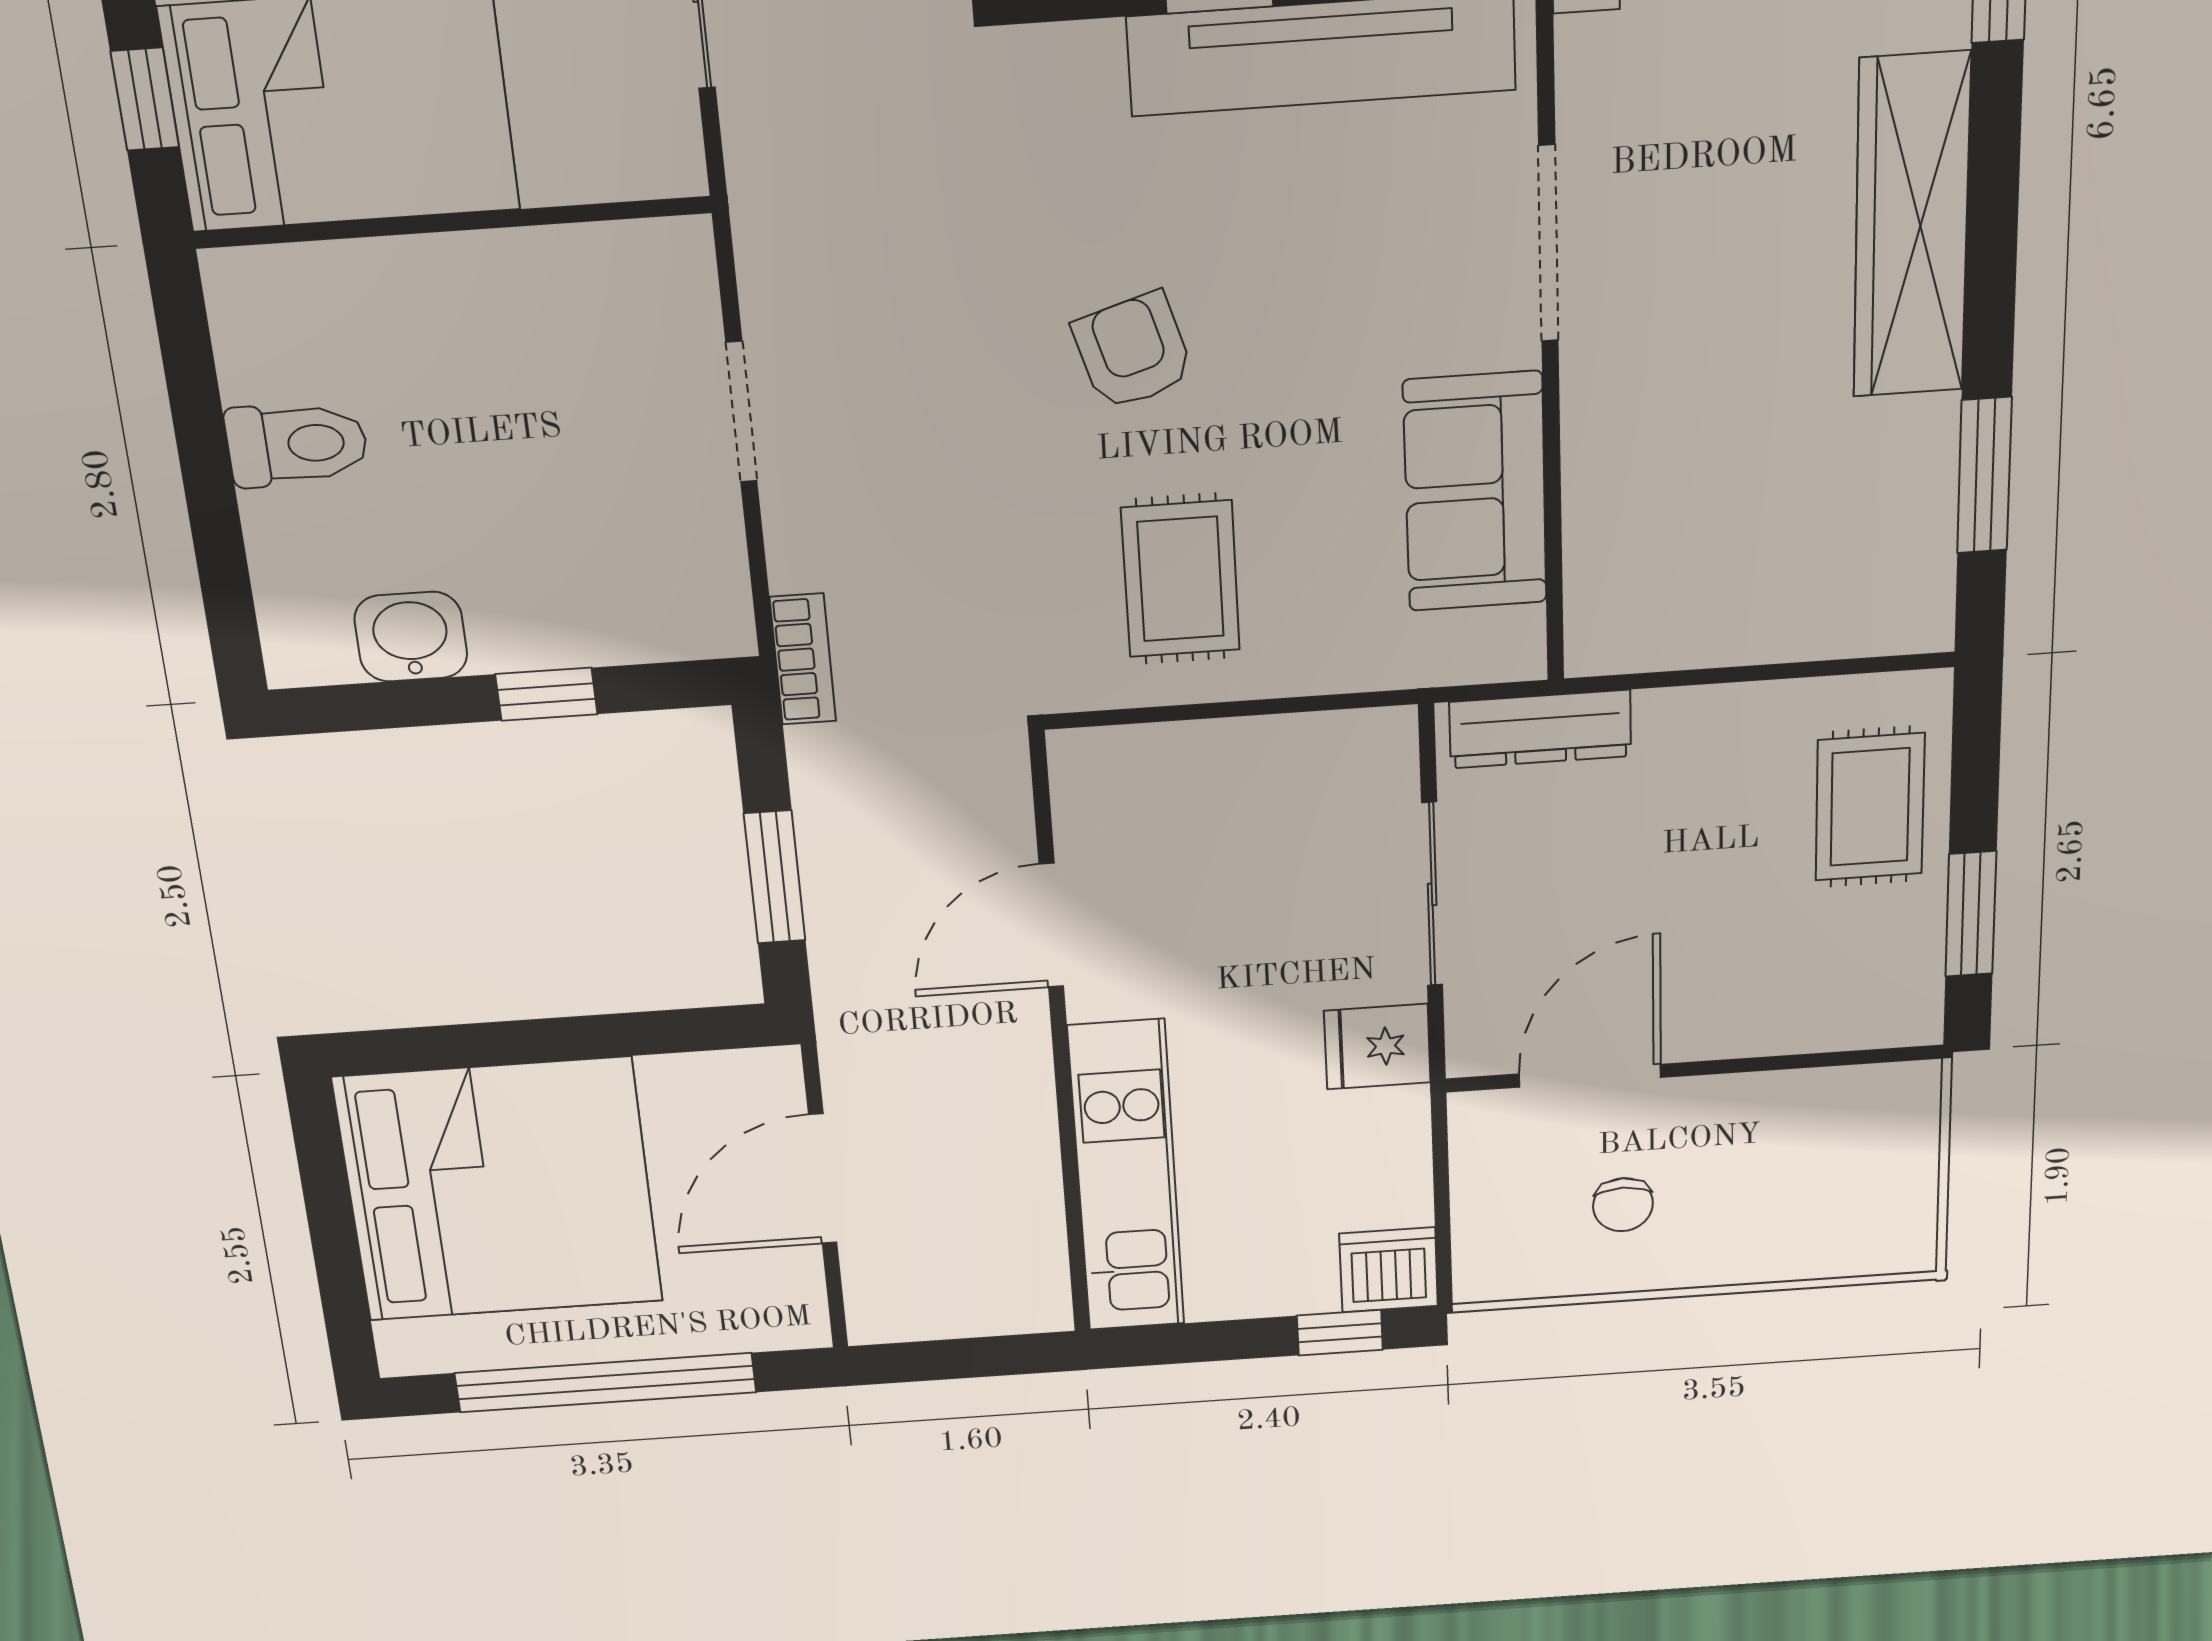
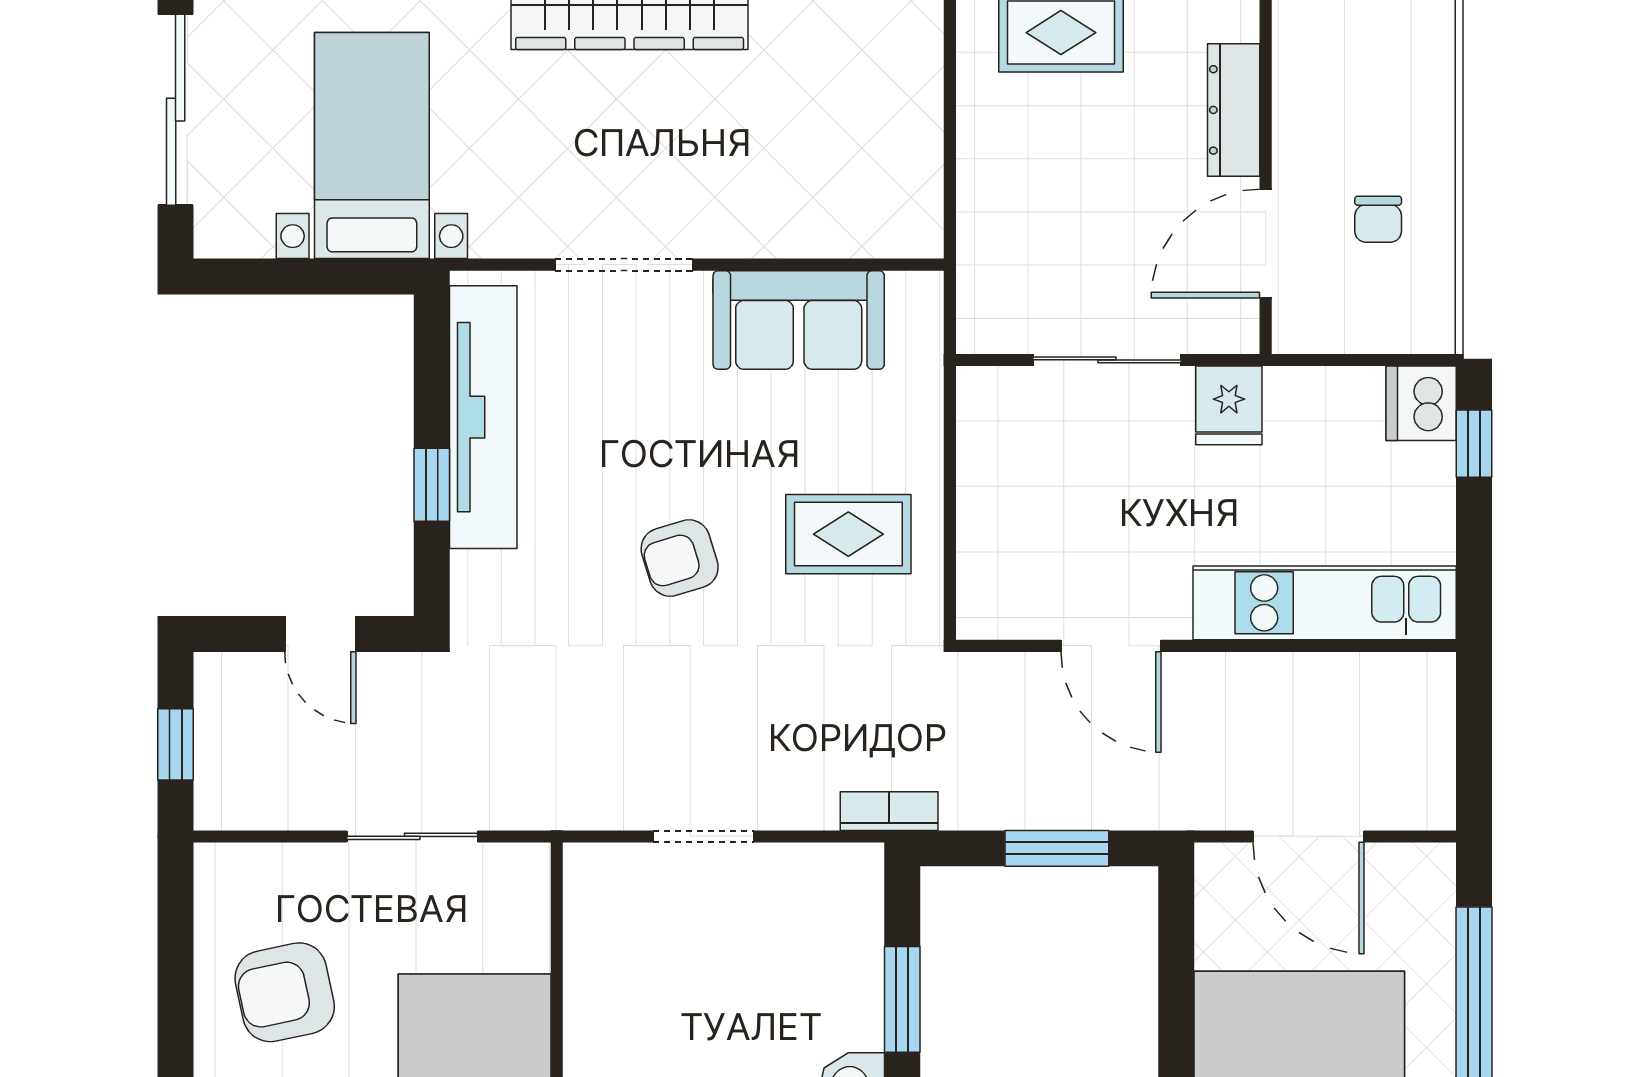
window: (546, 694) -> (902, 999), width x1.50
dresser: (1540, 729) -> (1234, 110), moved, turned 180
door: (1590, 1076) -> (1266, 244), hinge flipped
chair: (1623, 1205) -> (1378, 219), turned 90

